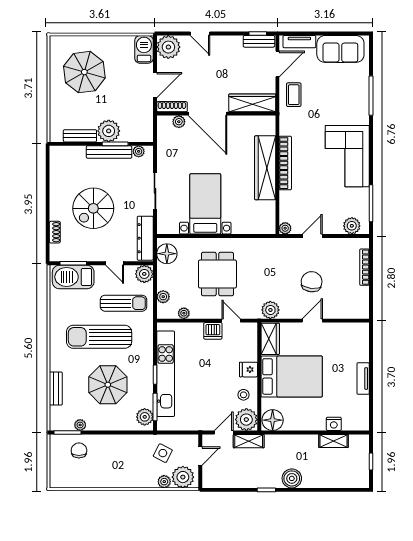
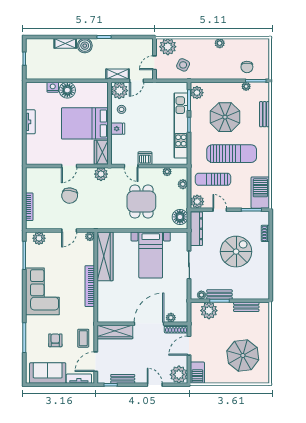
bench: (259, 41) -> (123, 379), moved
armchair: (330, 92) -> (55, 340), added
door: (207, 114) -> (149, 324), hinge flipped
plant: (109, 131) -> (209, 311), moved
bench: (109, 152) -> (219, 295), width x0.73
wardrobe: (265, 168) -> (105, 256), moved
barbecue: (73, 277) -> (260, 193), moved, turned -90
floor lamp: (273, 420) -> (67, 90), moved
shelving: (333, 441) -> (65, 43), moved
plant: (164, 482) -> (220, 43), moved

